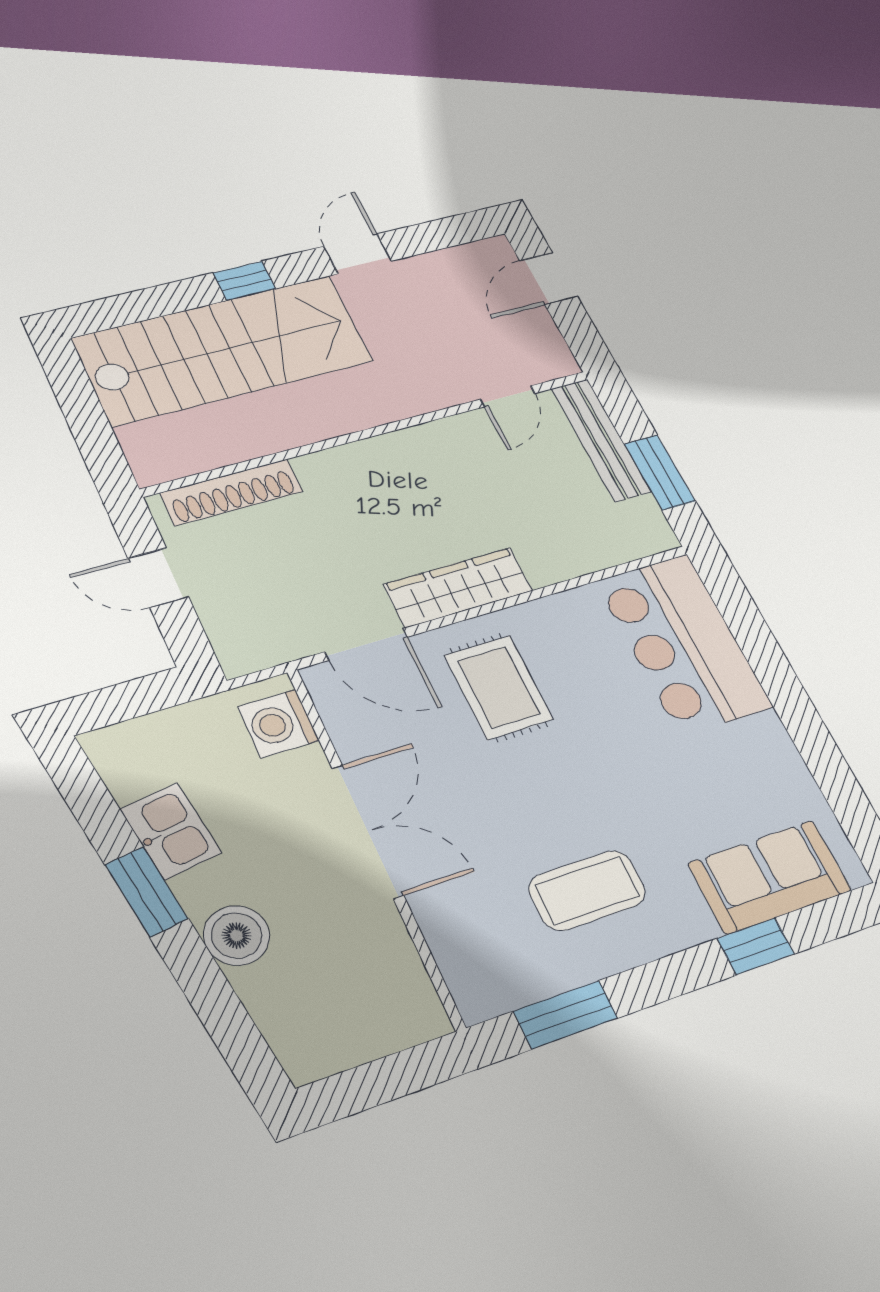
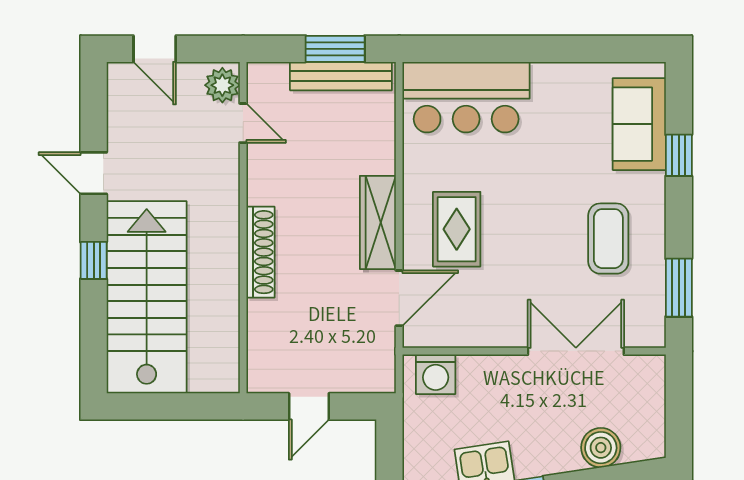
plant: (543, 361) -> (222, 85), added
bench: (601, 440) -> (341, 76), moved
shoe rack: (231, 492) -> (260, 252), moved
rug: (499, 687) -> (457, 229), turned 90
double door: (367, 831) -> (576, 351), moved
boiler: (237, 935) -> (601, 448), moved

